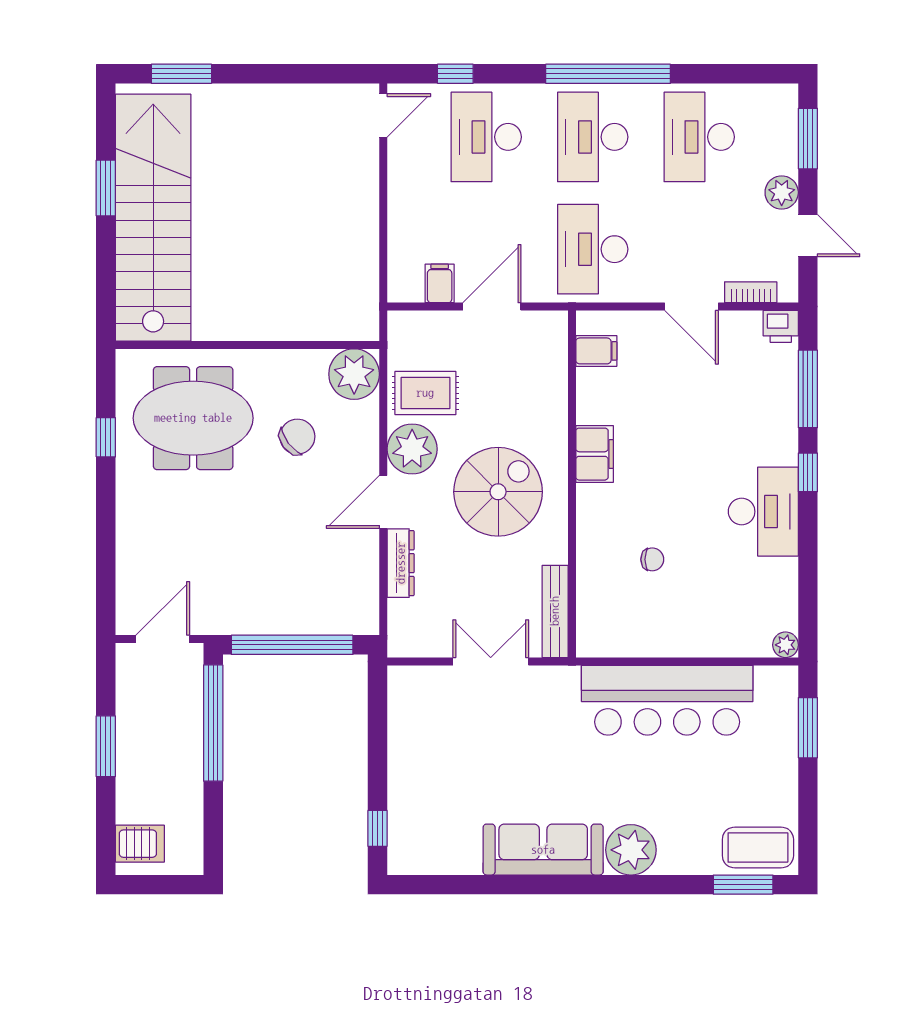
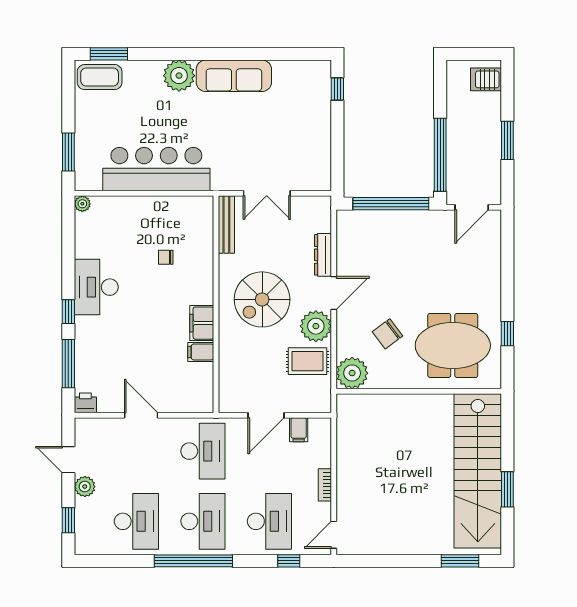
window: (808, 139) -> (68, 520), width x0.67
bookcase: (751, 292) -> (325, 485), moved, turned 90
filing cabinet: (596, 351) -> (201, 352), moved

